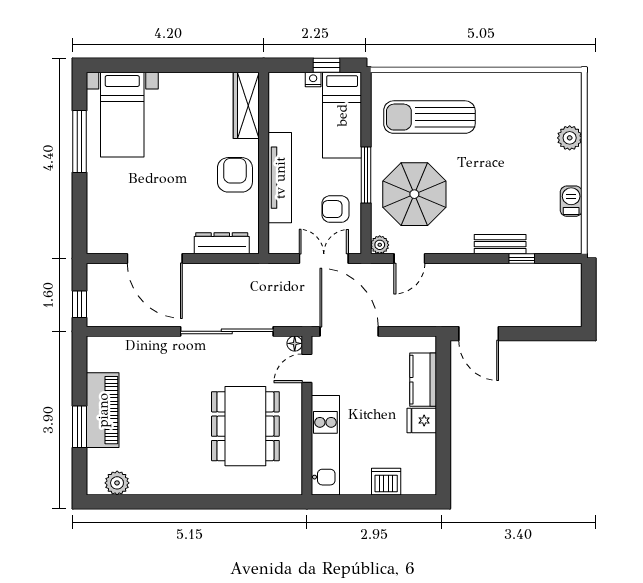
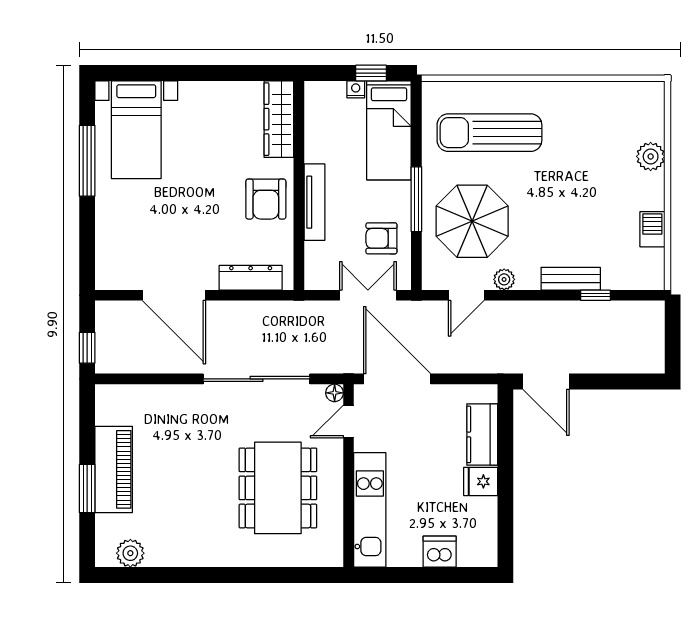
armchair: (235, 175) -> (266, 199), turned 180
tv unit: (280, 178) -> (314, 202), width x0.73, depth x0.78
plant: (380, 245) -> (504, 279), moved

